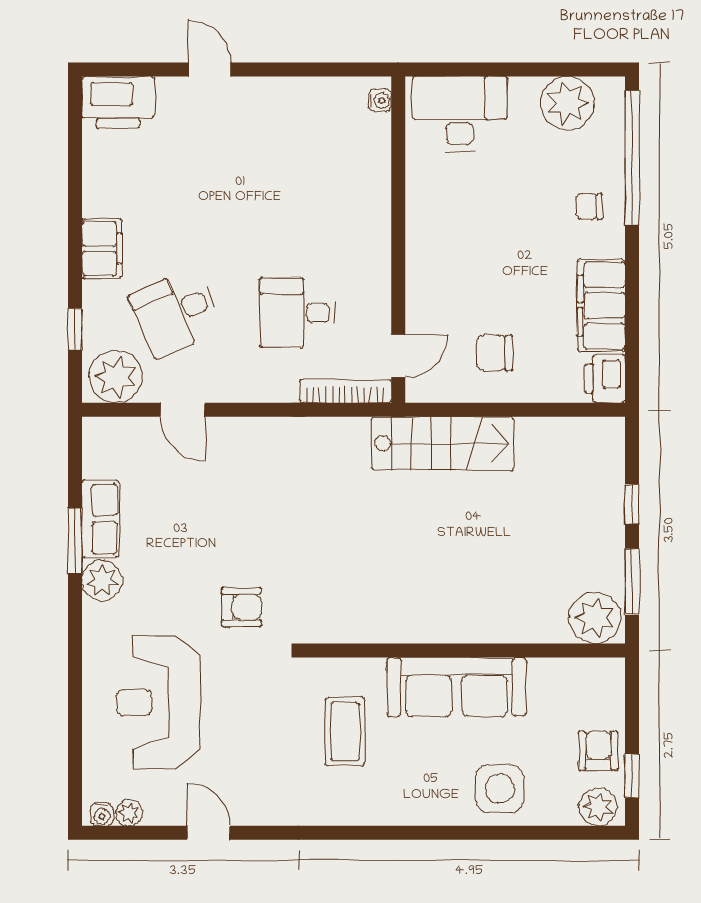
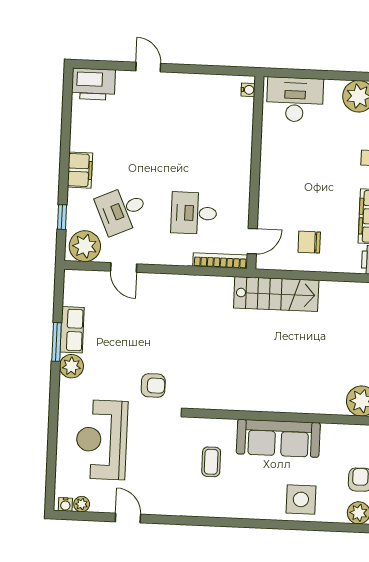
coffee table: (345, 732) -> (211, 462), width x0.73, depth x0.77

